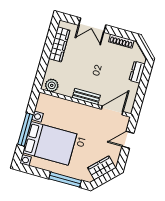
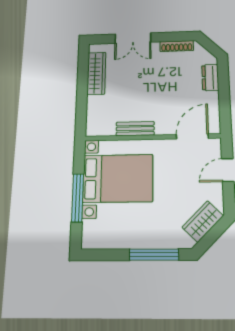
plant: (52, 85) -> (100, 127), removed
bench: (86, 96) -> (135, 129), moved
bed with nightstands: (50, 143) -> (118, 178), moved

